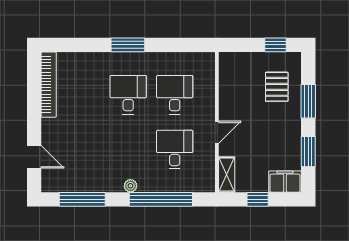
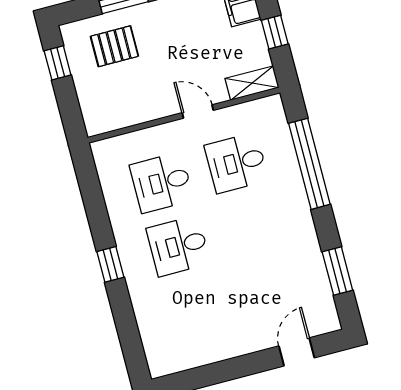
window: (128, 45) -> (110, 264), width x0.67
bookcase: (49, 85) -> (193, 358), removed
plant: (130, 186) -> (302, 210), removed
window: (82, 199) -> (337, 271), width x0.69

